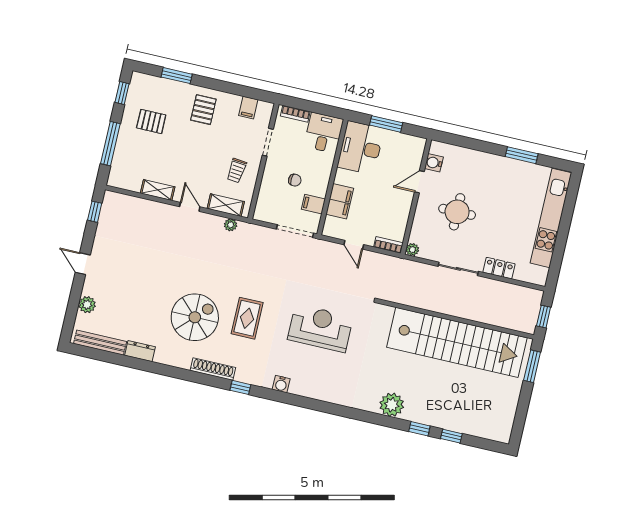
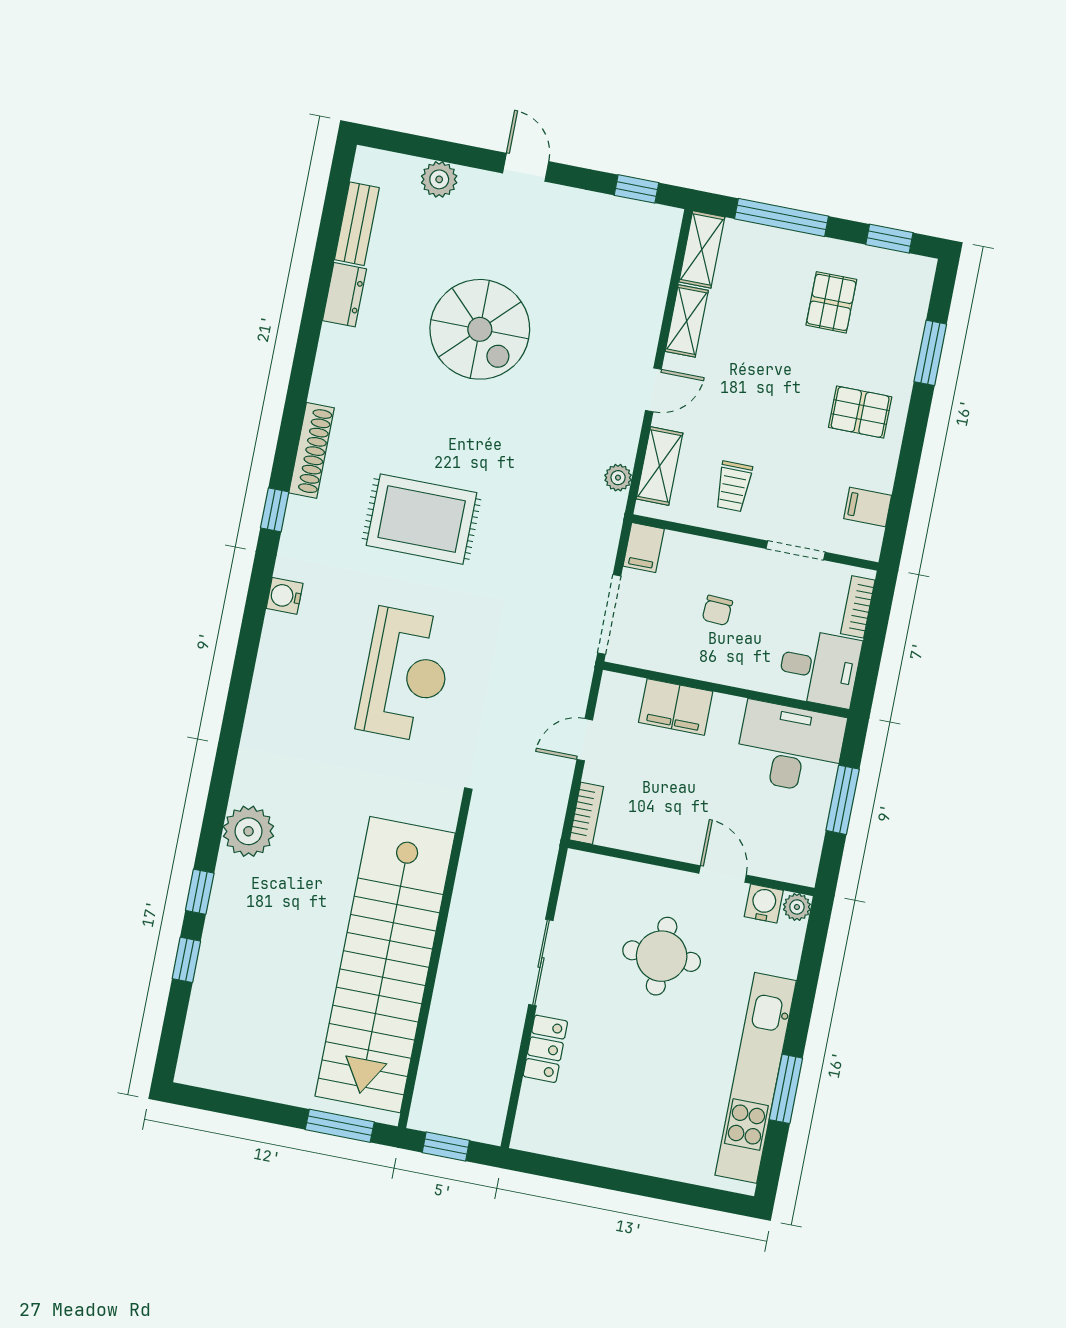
trolley: (237, 171) -> (733, 486), turned -96
shelving: (124, 182) -> (702, 249), added
filing cabinet: (313, 204) -> (644, 548), moved, turned 180
kitchen unit: (551, 218) -> (756, 1078), moved, turned -90
plant: (412, 250) -> (797, 907), moved
door: (83, 264) -> (526, 167), hinge flipped
spiral stairs: (195, 317) -> (480, 329), moved
rug: (247, 318) -> (422, 519), width x1.36, depth x1.43
bench: (100, 343) -> (357, 224), width x0.73

